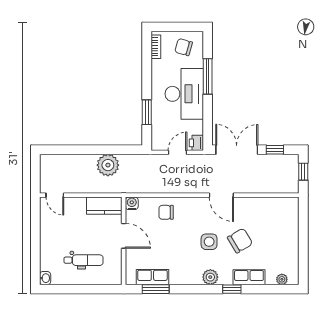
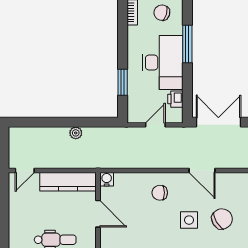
printer: (196, 143) -> (175, 99), moved
plant: (108, 165) -> (76, 133), width x0.53, depth x0.53
door: (55, 195) -> (25, 170), hinge flipped
kitchen counter: (104, 206) -> (68, 182), width x1.50
chair: (166, 212) -> (160, 193), moved

